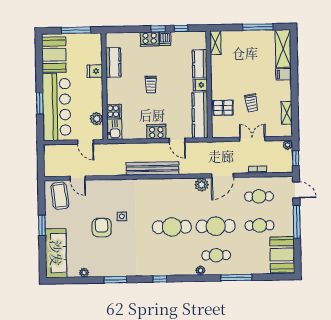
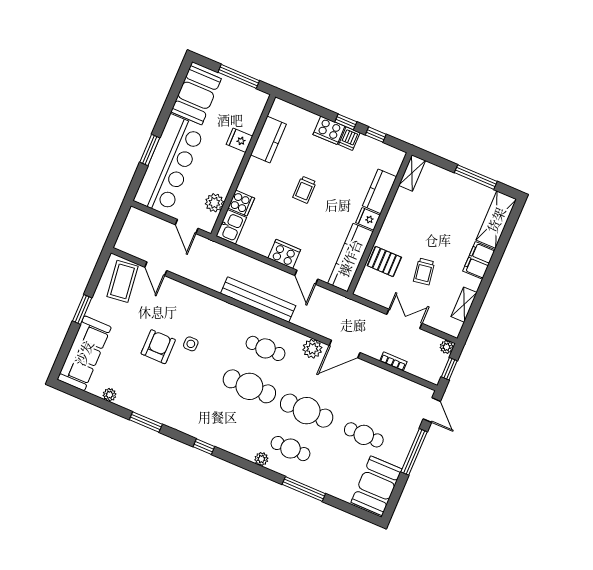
filing cabinet: (284, 74) -> (479, 260), width x2.00
cafe table: (259, 196) -> (265, 348), moved

